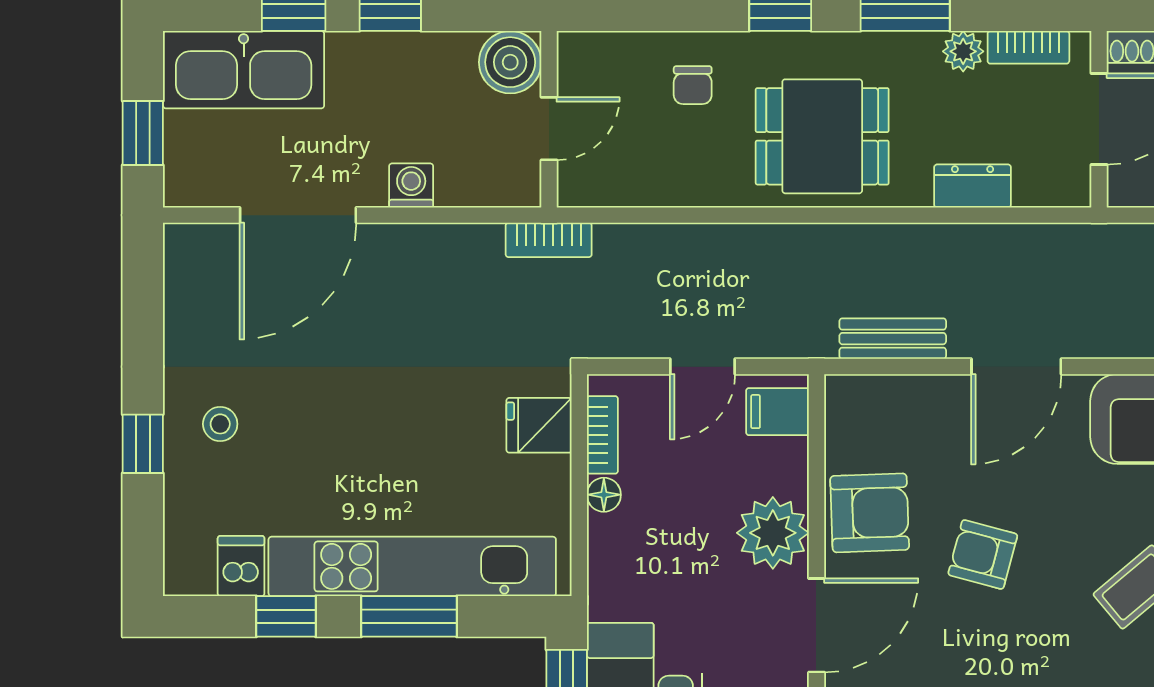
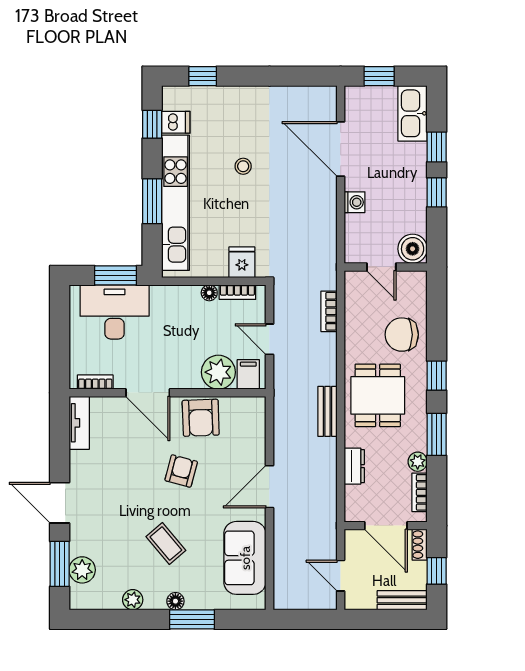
kitchen sink: (244, 70) -> (413, 113), width x0.73, depth x0.81
chair: (693, 85) -> (402, 335), width x1.87, depth x1.87
bookcase: (549, 240) -> (329, 311), moved
bench: (893, 339) -> (328, 411), moved
door: (1016, 367) -> (269, 487), hinge flipped
stool: (220, 424) -> (243, 166), moved
window: (143, 444) -> (203, 76), moved
plant: (773, 533) -> (218, 372), moved
window: (286, 616) -> (152, 124), moved

